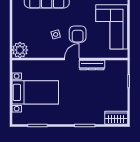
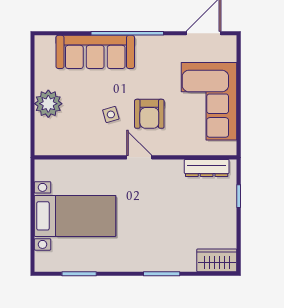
plant: (20, 50) -> (48, 104), moved
door: (72, 59) -> (139, 157), hinge flipped
dresser: (92, 65) -> (207, 168), moved

